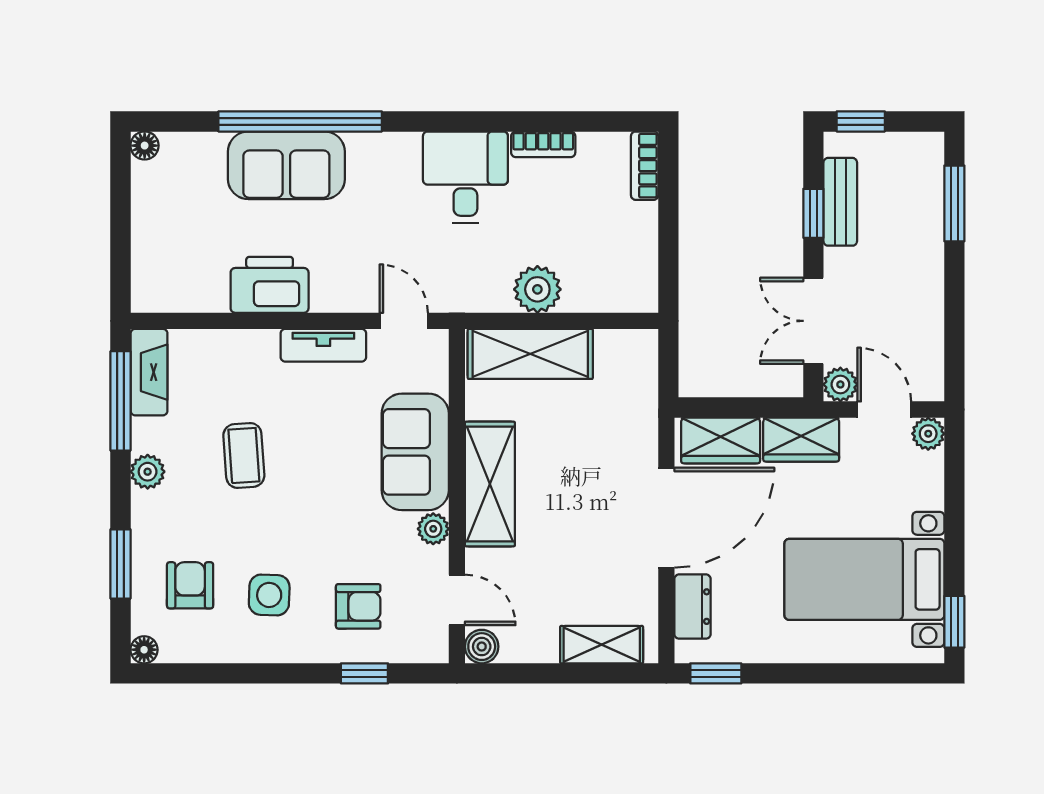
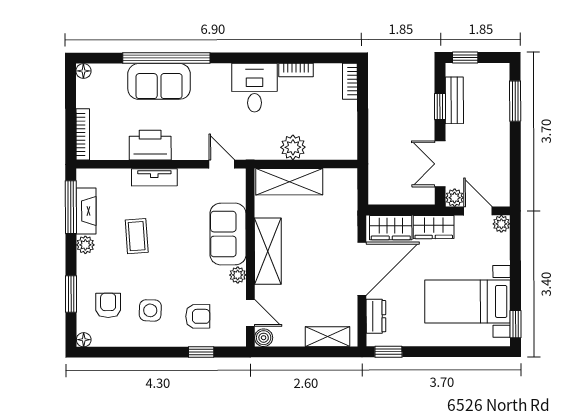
bookcase: (143, 264) -> (83, 134), added
tv unit: (323, 345) -> (154, 177), moved
fireplace: (149, 372) -> (86, 211), moved

